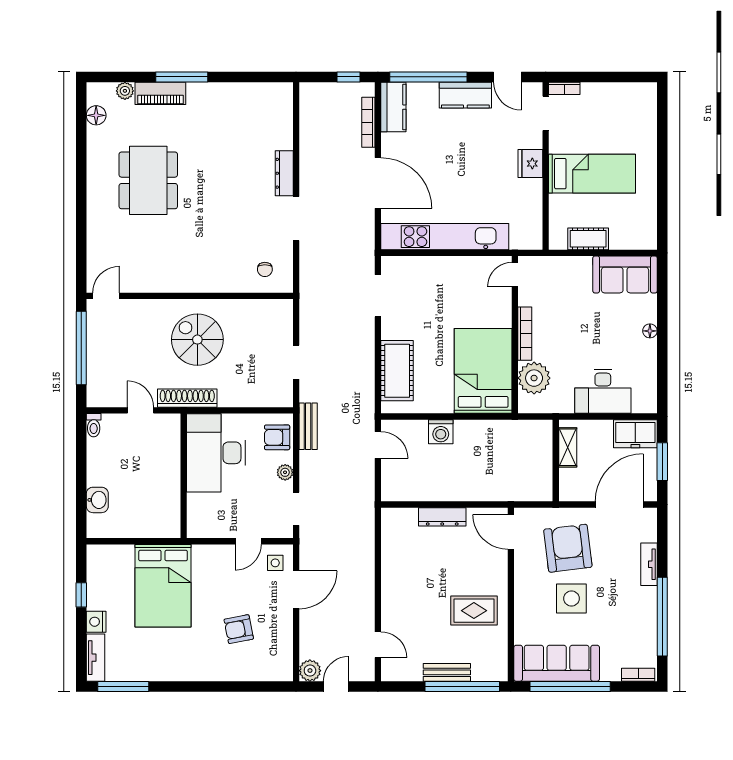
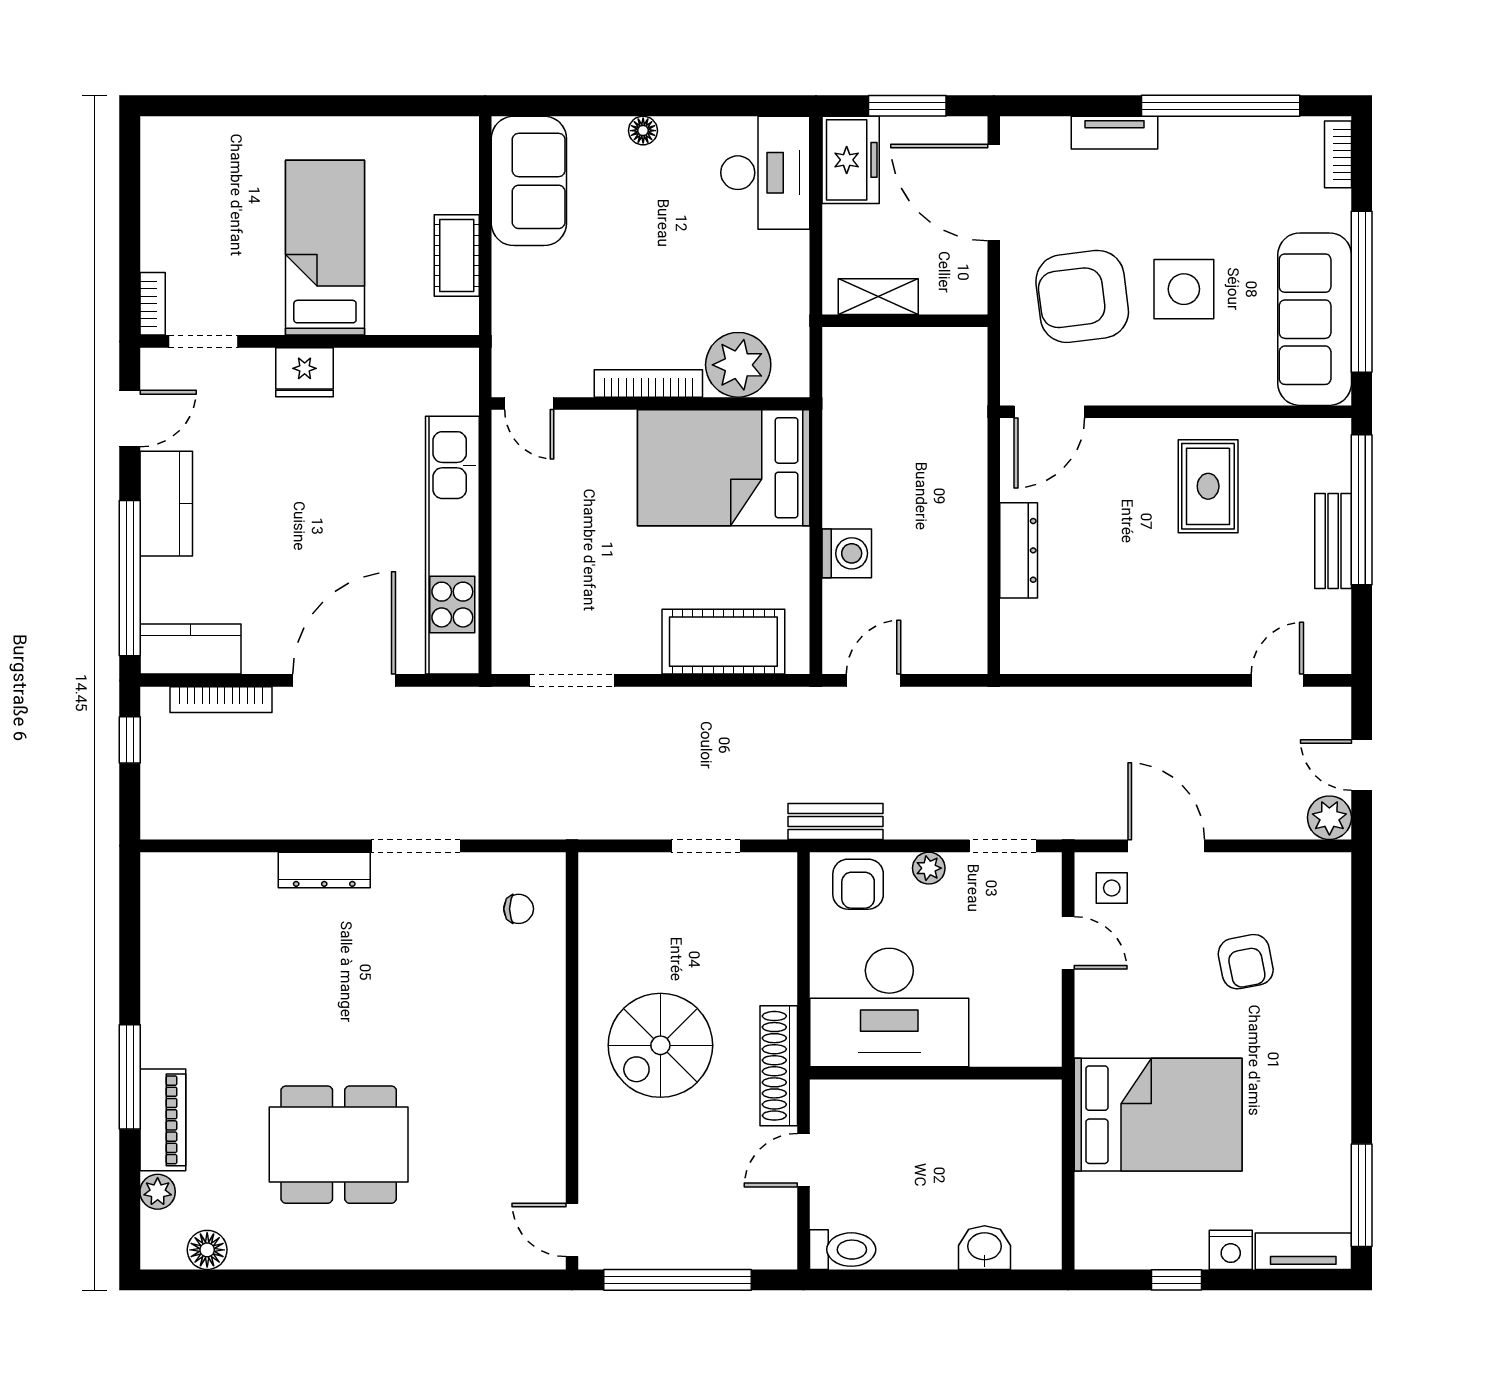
desk: (603, 391) -> (765, 173), moved
toilet: (94, 425) -> (843, 1250), width x1.37, depth x1.39

